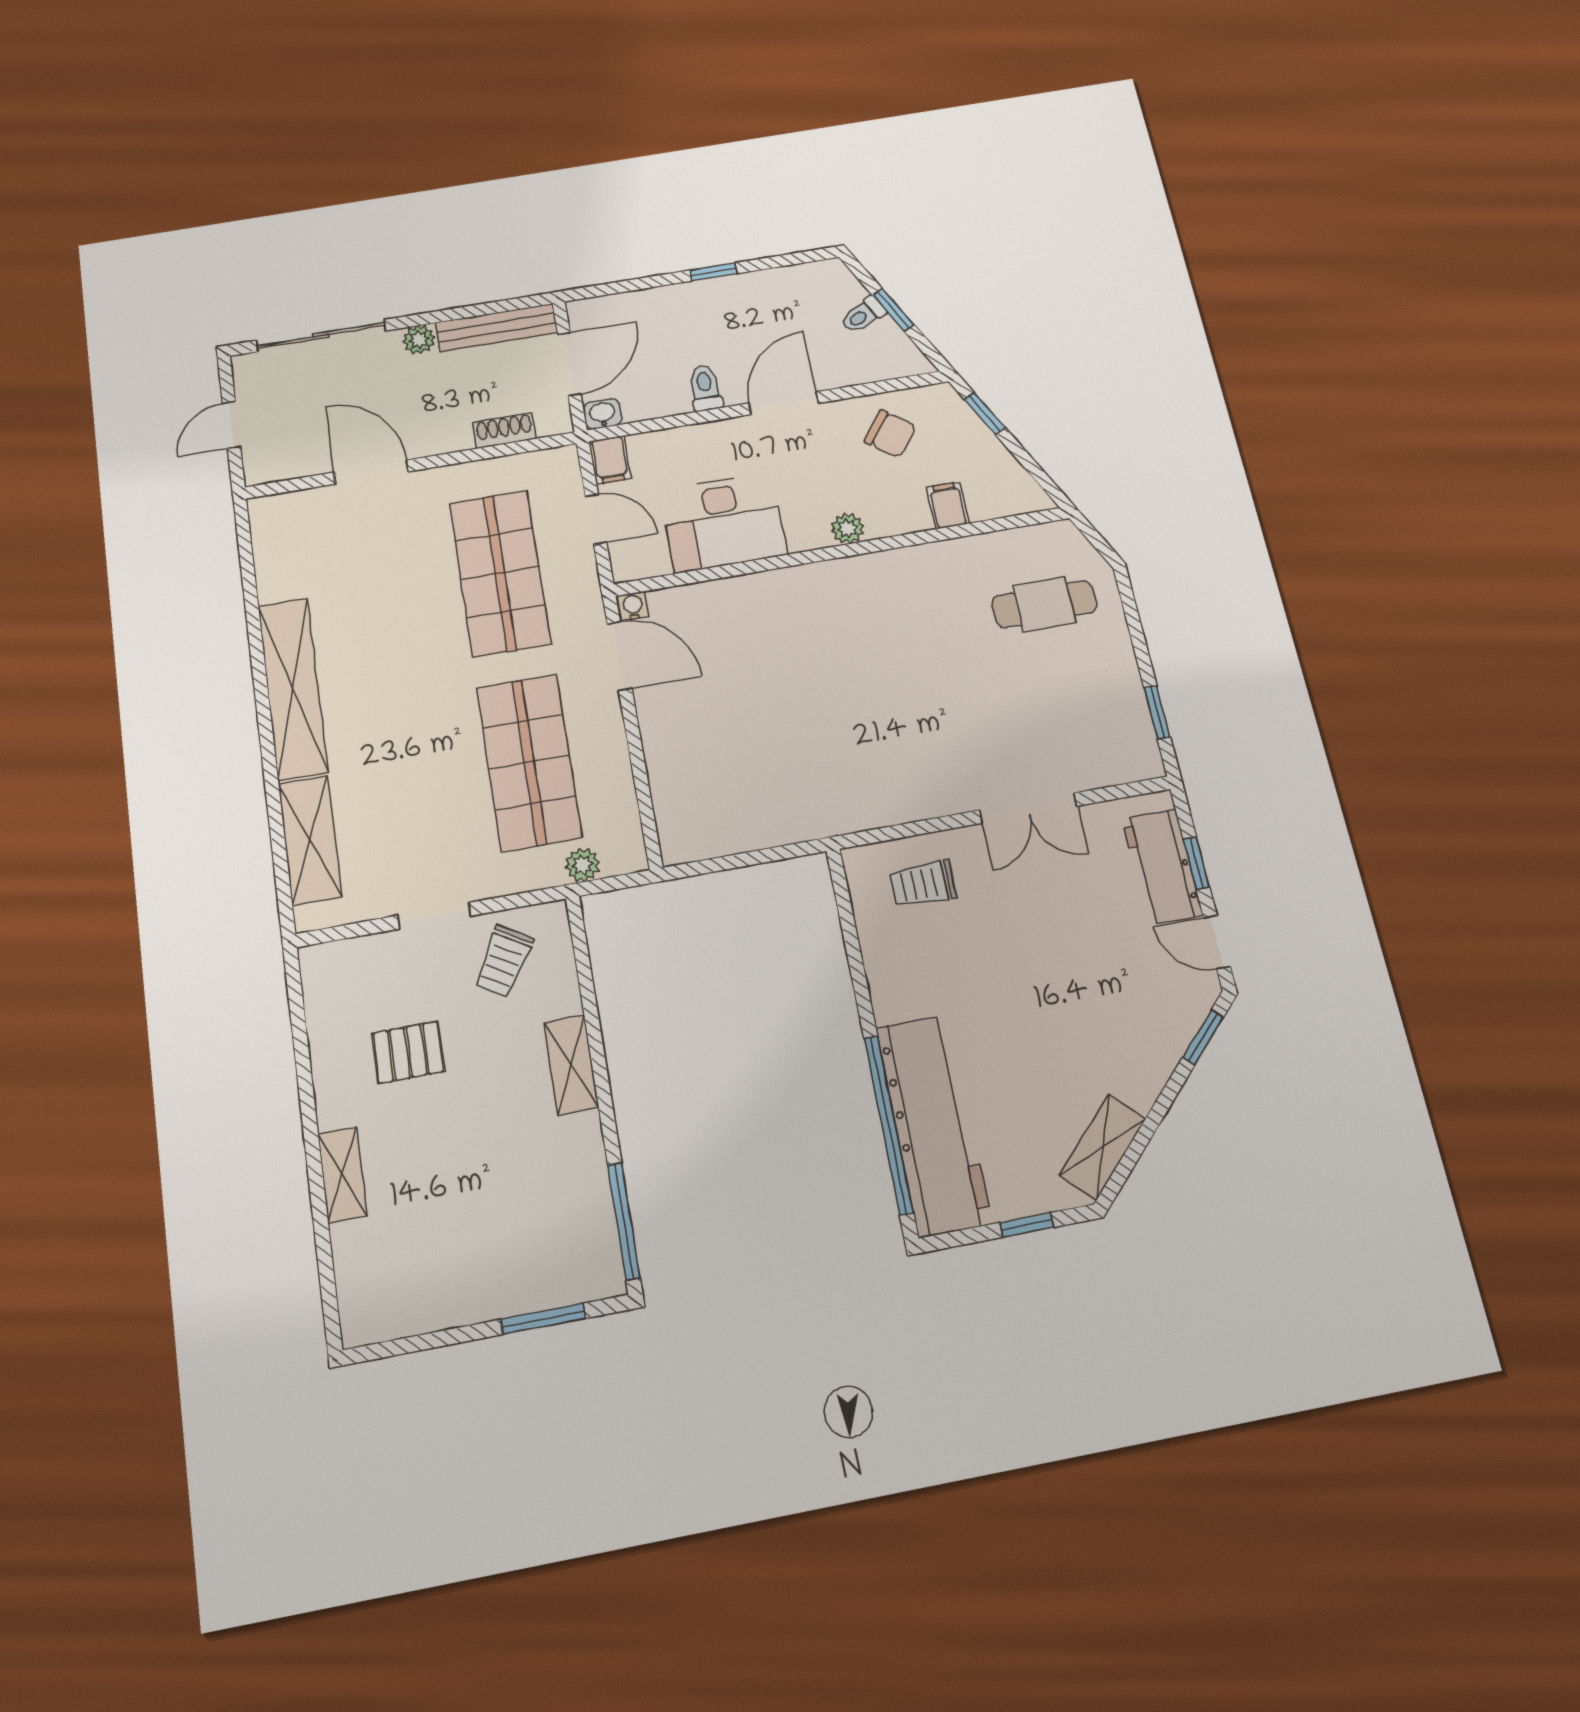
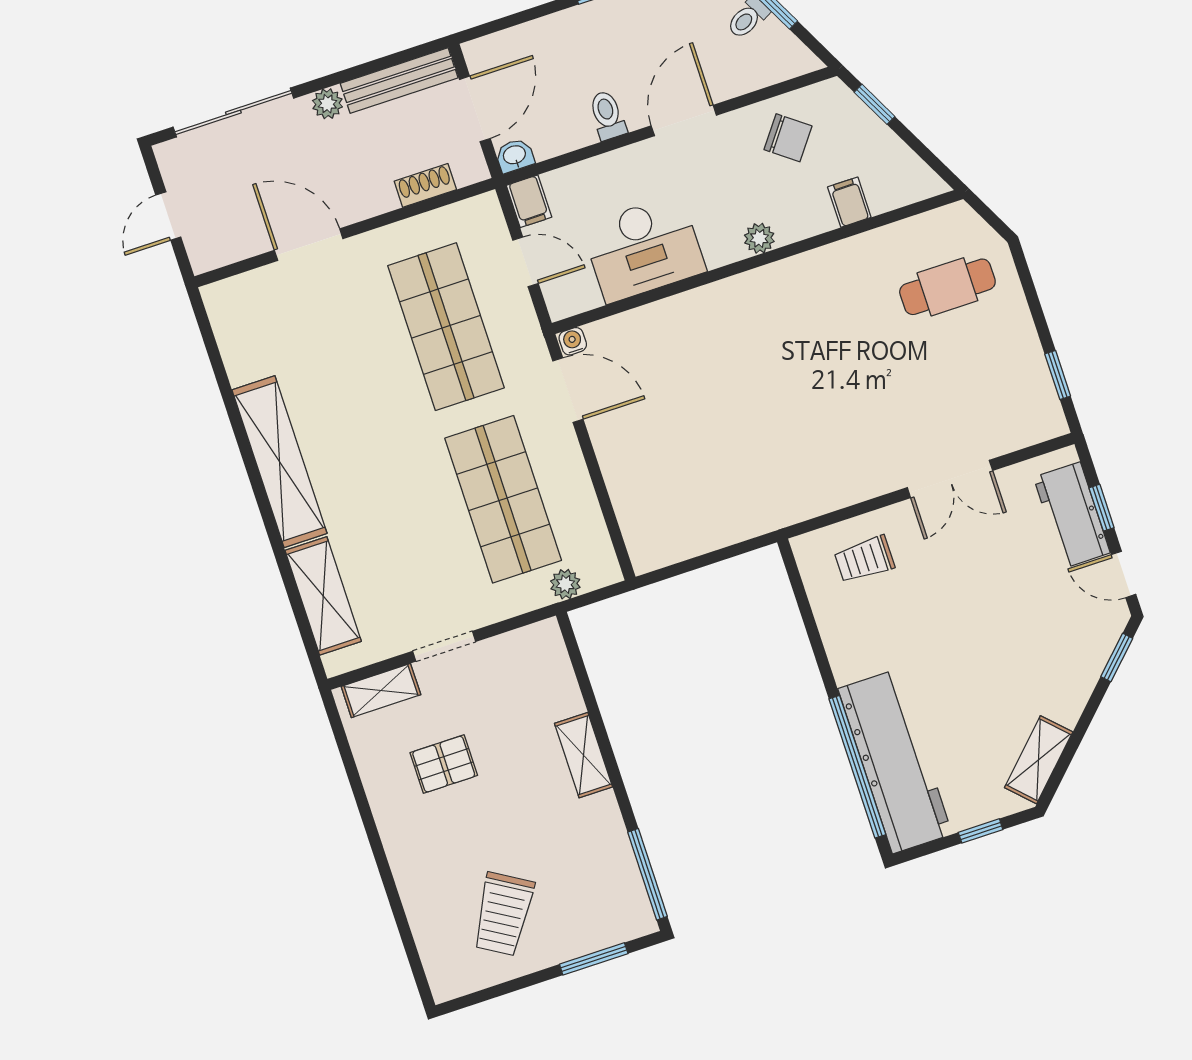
trolley: (504, 961) -> (503, 914), moved, width x1.36, depth x1.39
shelving: (342, 1175) -> (381, 691), moved, turned 90

